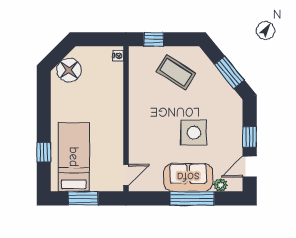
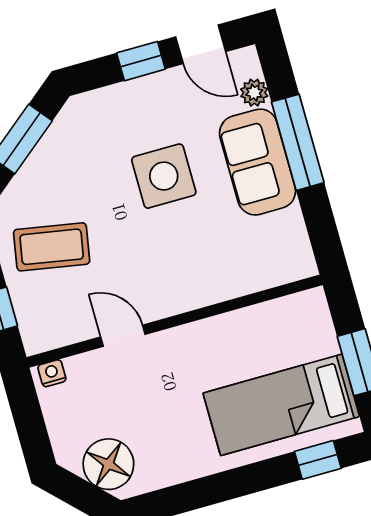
coffee table: (176, 72) -> (52, 247), turned 67
window: (44, 152) -> (318, 460), moved
door: (126, 175) -> (123, 336), moved

